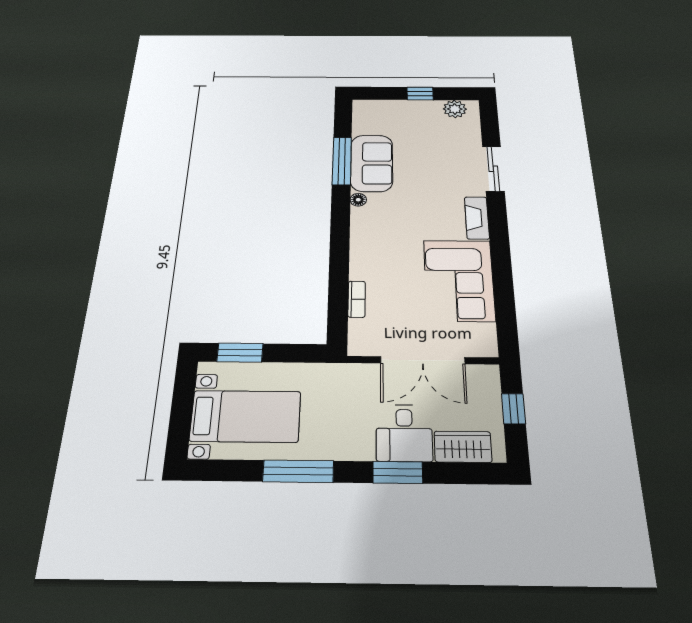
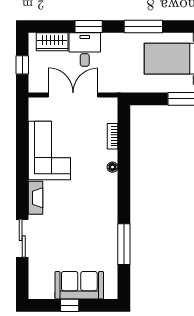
plant: (455, 109) -> (46, 291), removed
sofa: (372, 163) -> (79, 285), moved, turned 90
floor lamp: (358, 200) -> (112, 167), moved

